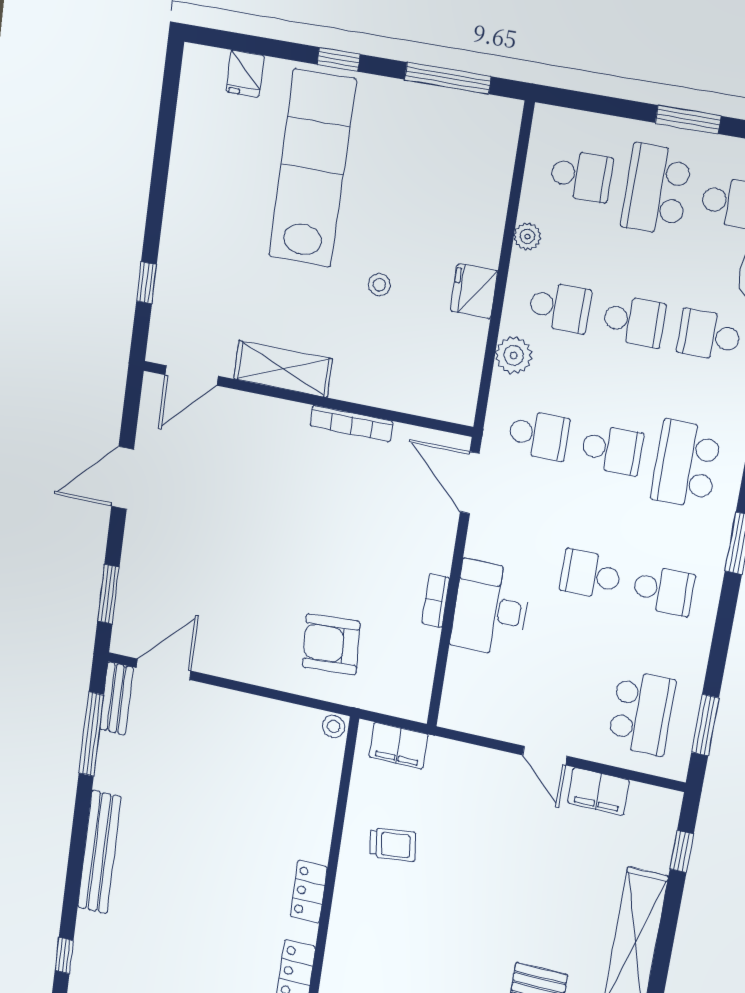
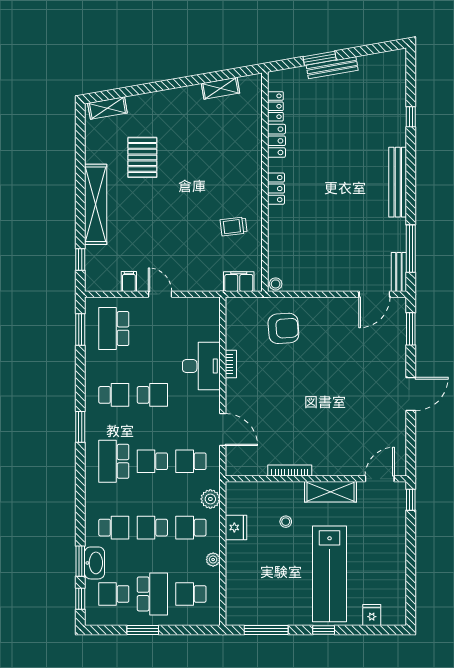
shelving: (283, 369) -> (330, 492), moved
door: (192, 375) -> (380, 479), moved
wall: (306, 398) -> (316, 479), moved
bookcase: (351, 424) -> (290, 471), moved
school desk: (686, 464) -> (114, 461), turned 180
school desk: (663, 590) -> (114, 395), turned 180
filing cabinet: (598, 791) -> (129, 282), width x0.50

